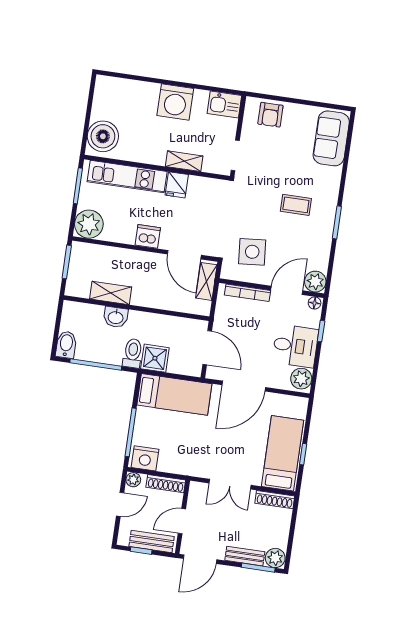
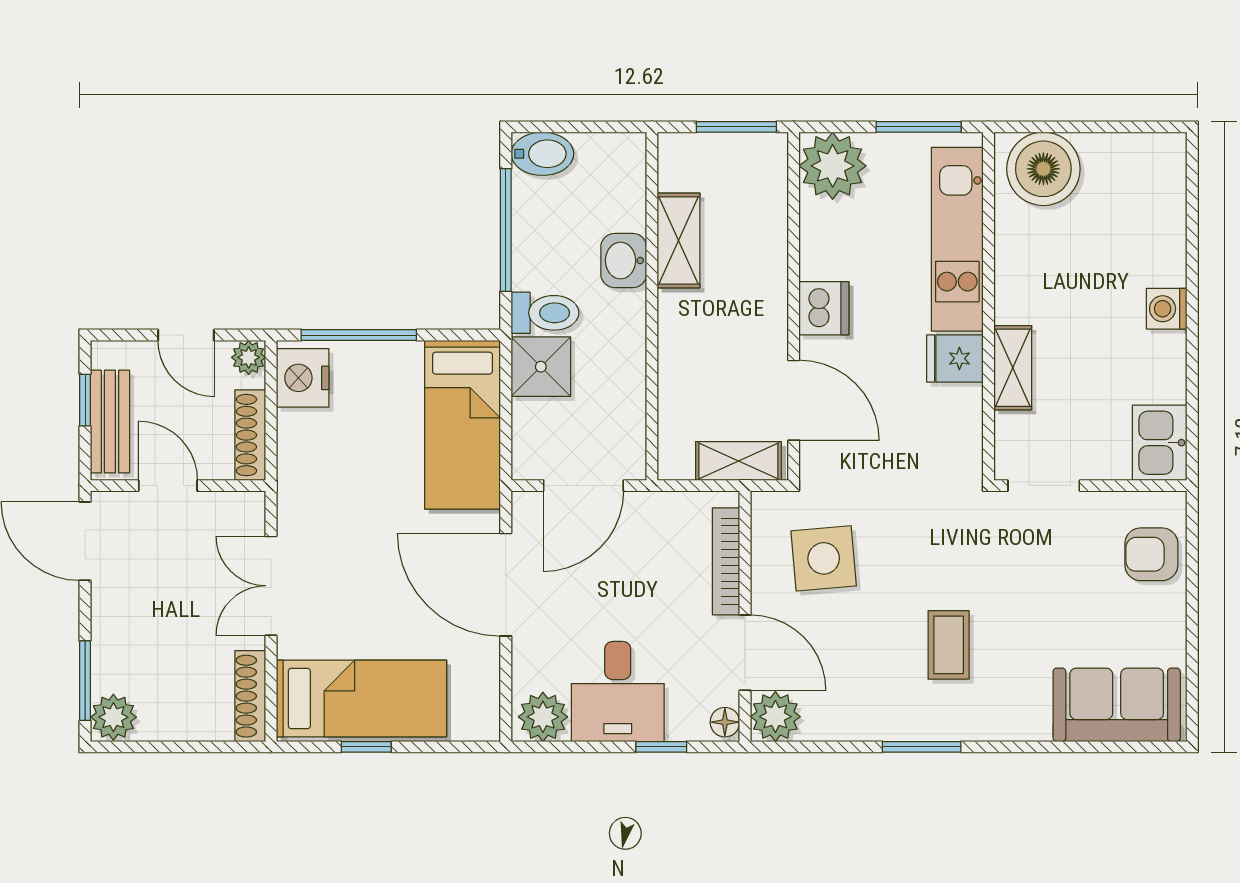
washing machine: (175, 102) -> (1167, 309), width x0.53, depth x0.53
door: (184, 255) -> (794, 400), swing flipped
bench: (245, 556) -> (108, 645), removed

